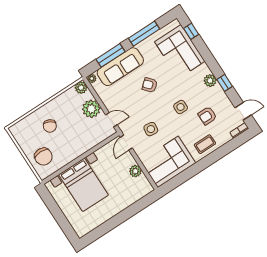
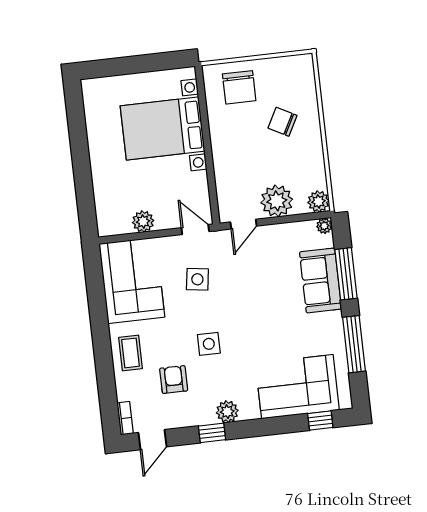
sofa: (120, 67) -> (320, 280), width x0.73
armchair: (150, 85) -> (268, 312), removed
chair: (43, 157) -> (239, 87), turned -90

